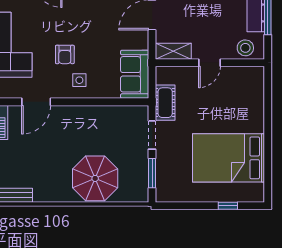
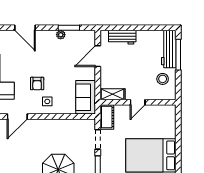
shelving: (173, 51) -> (113, 94), moved
door: (209, 63) -> (138, 102), moved
wall: (210, 63) -> (138, 102), moved

